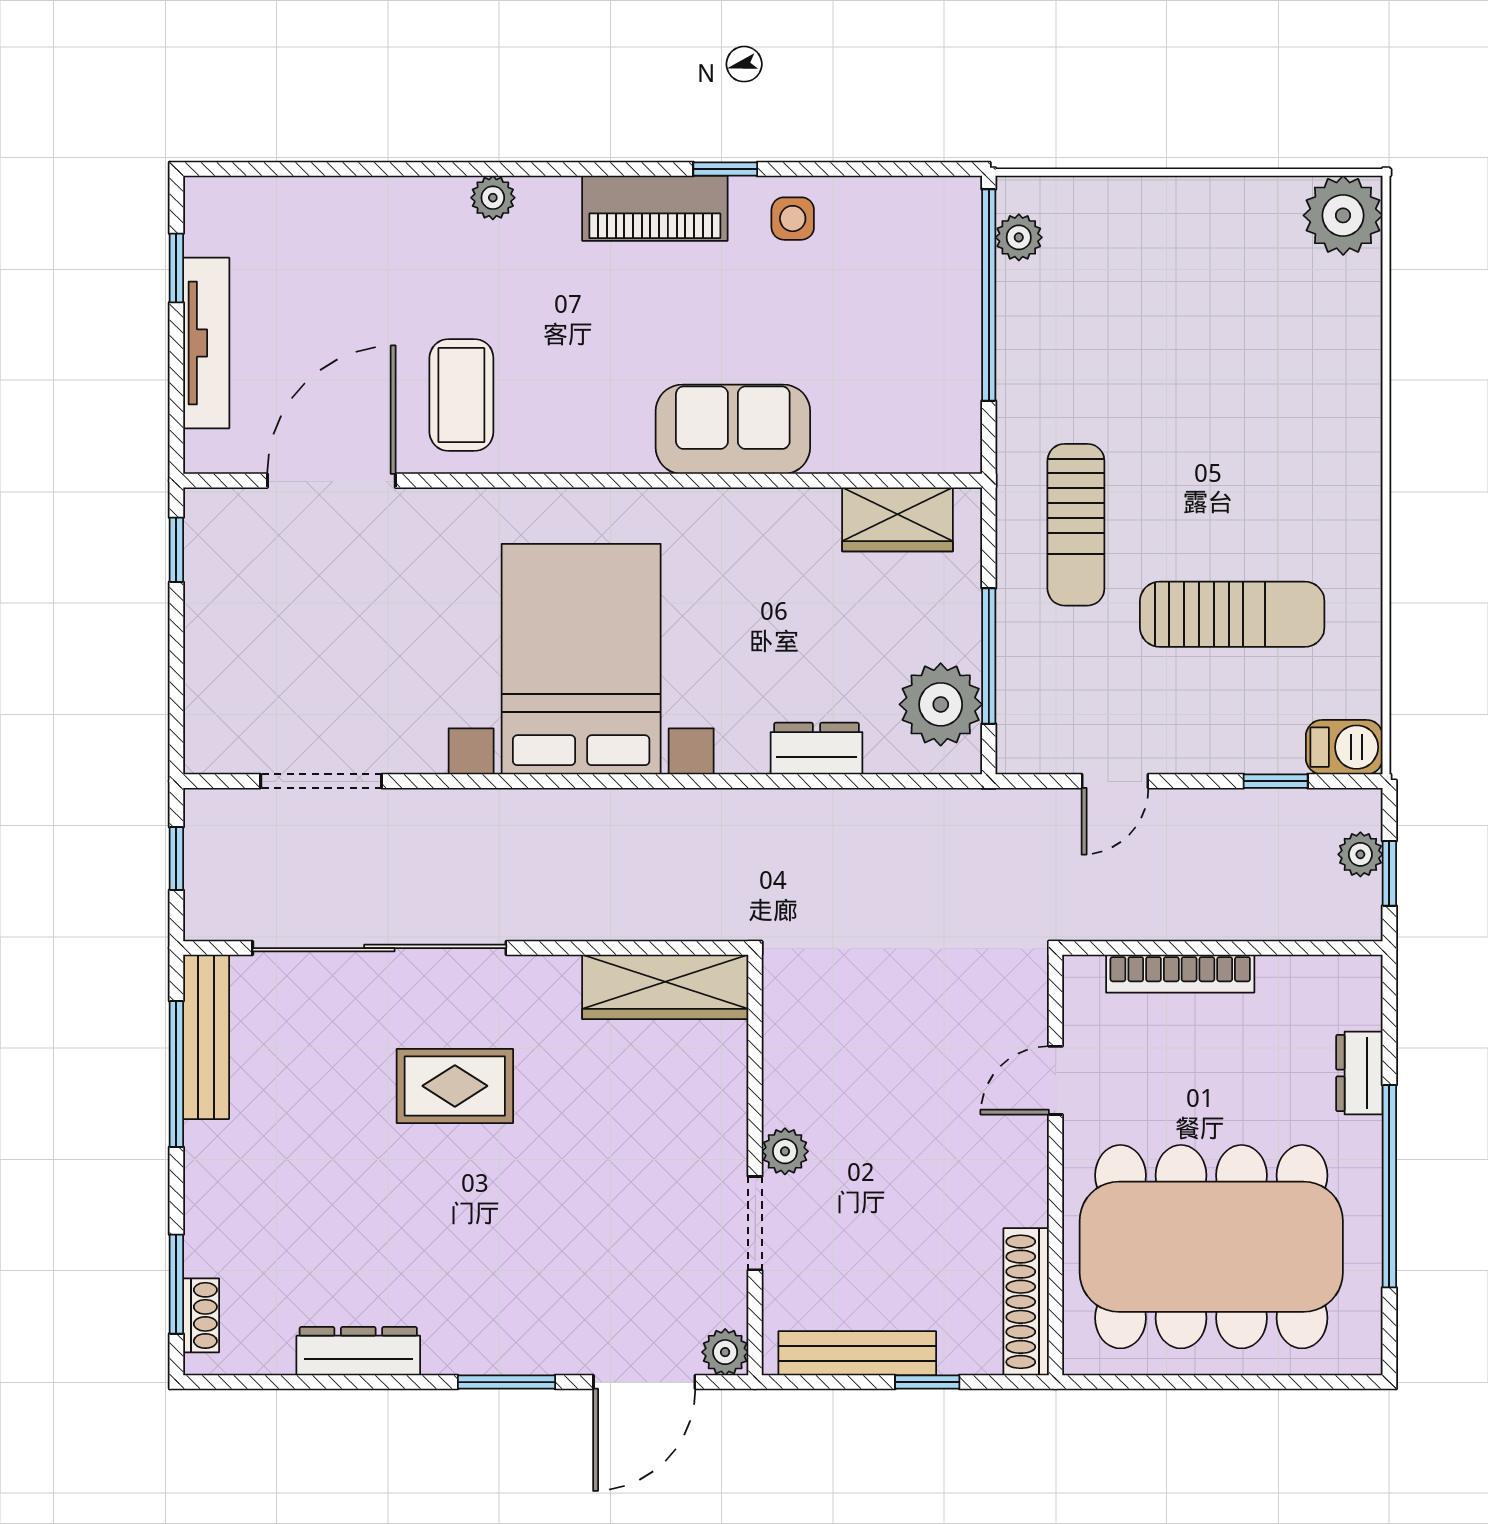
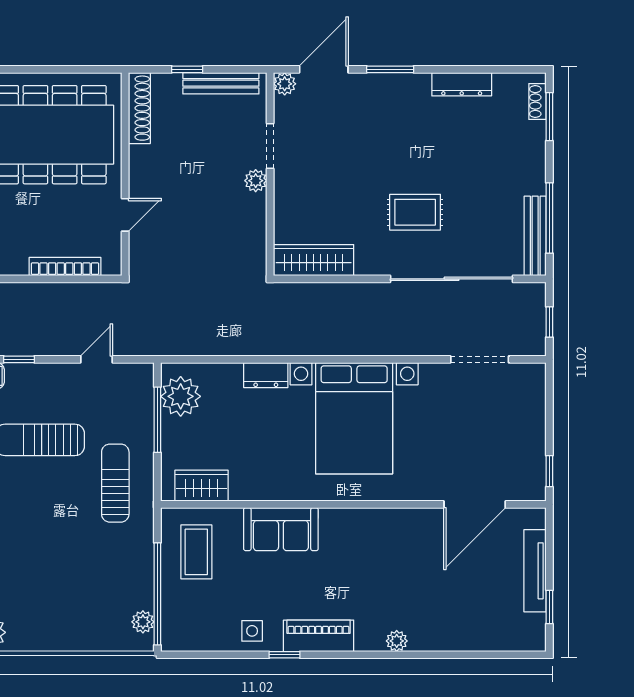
coffee table: (461, 395) -> (196, 552), moved
dresser: (816, 749) -> (266, 375), moved

